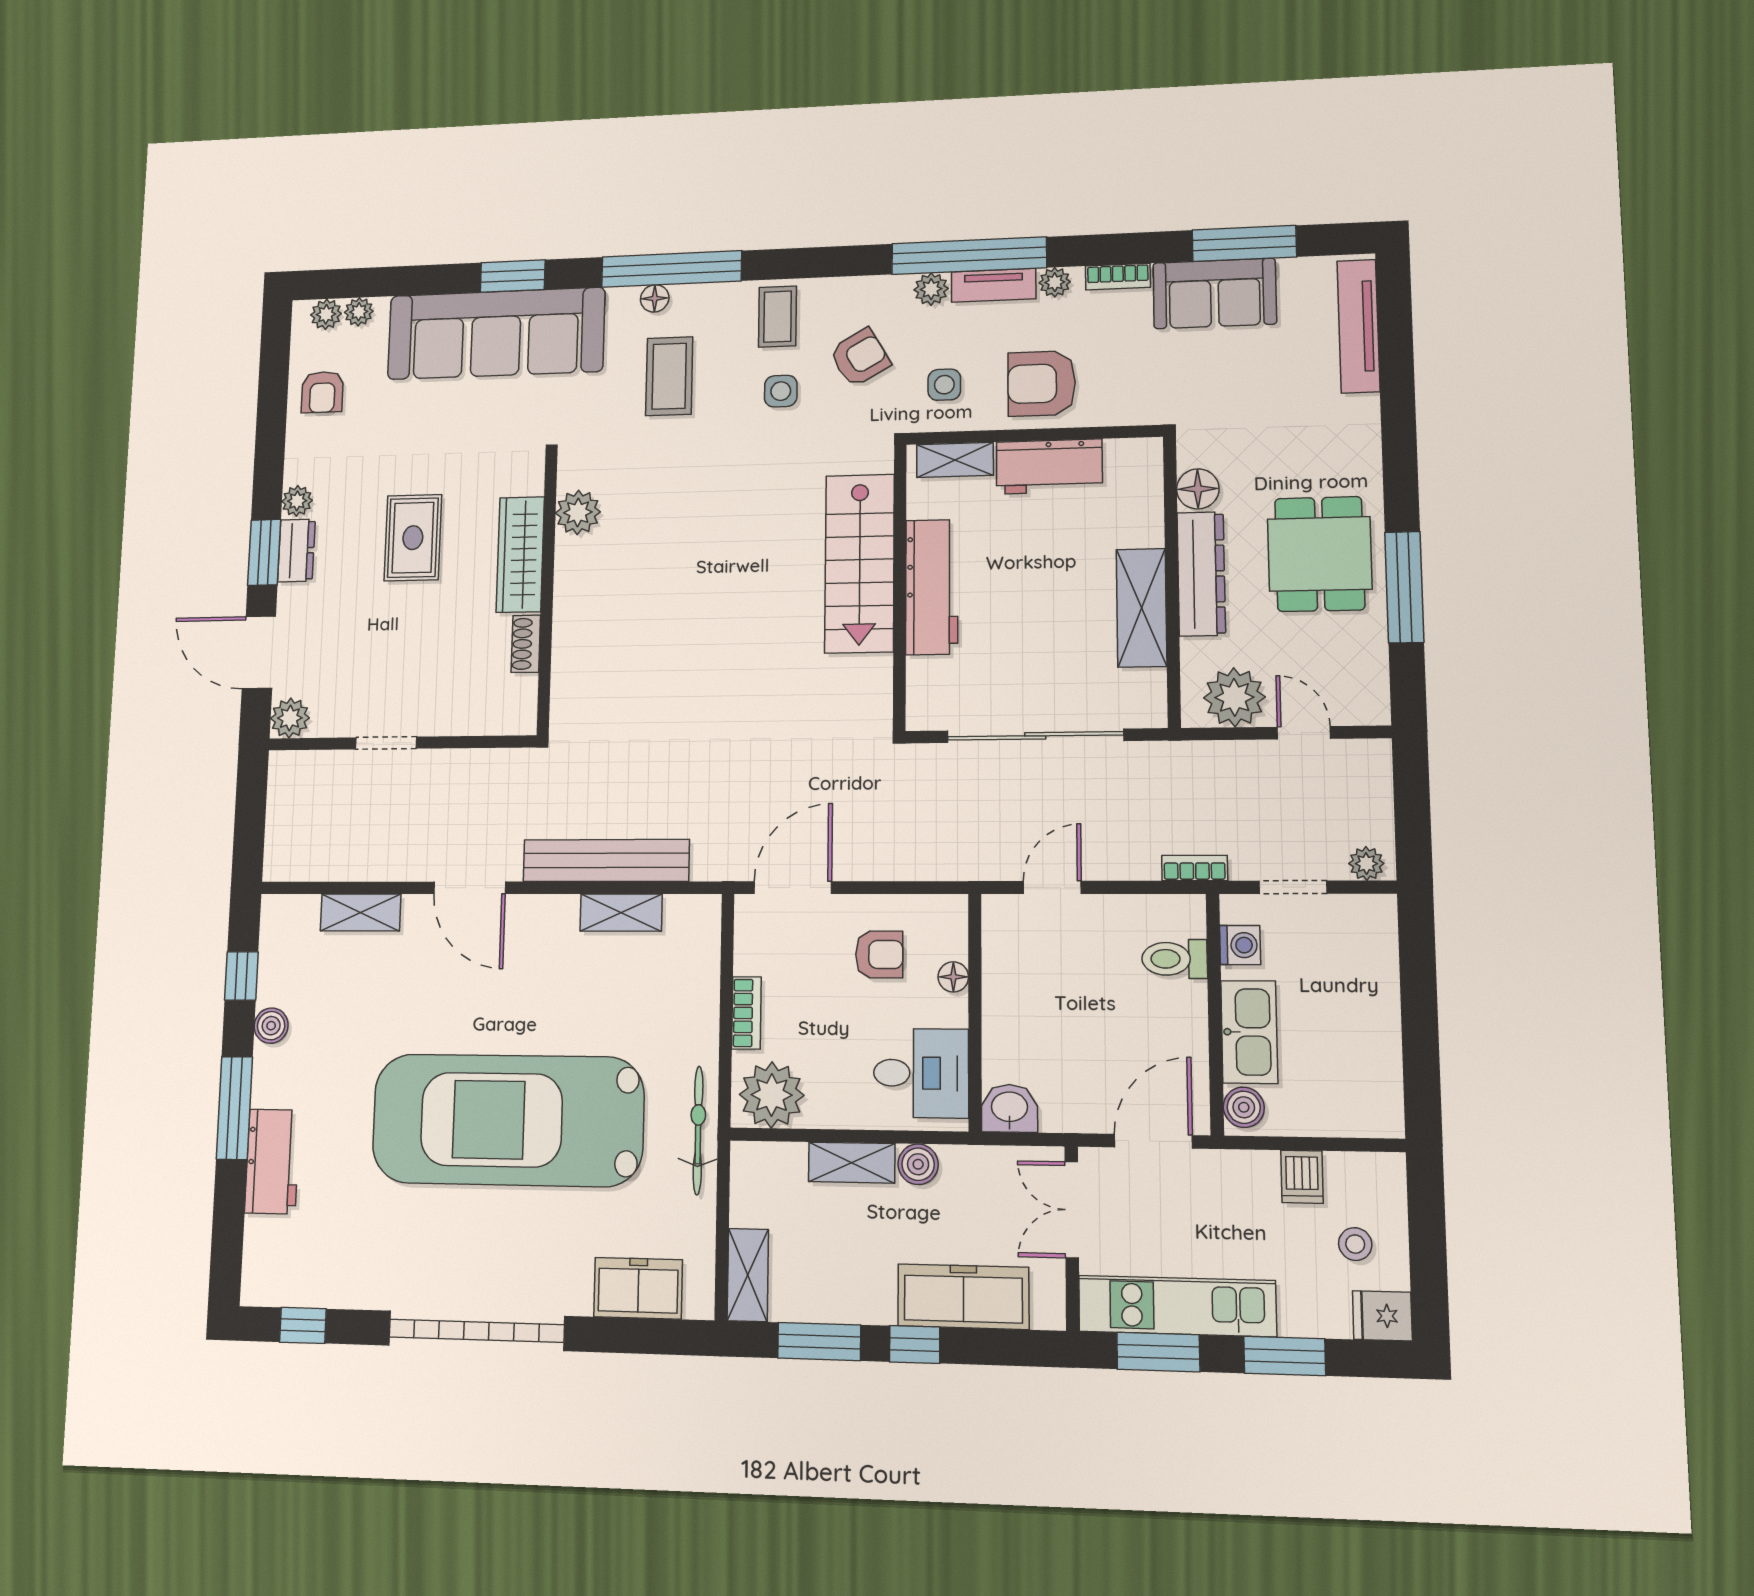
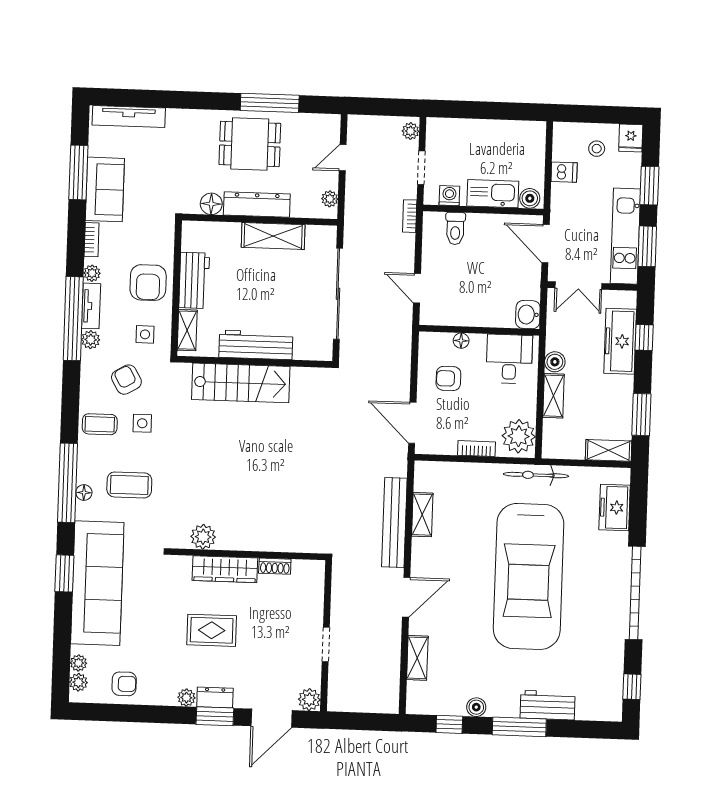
plant: (1234, 697) -> (330, 199), width x0.53, depth x0.53
armchair: (879, 954) -> (448, 378), turned -90
window: (915, 1344) -> (644, 338), moved

